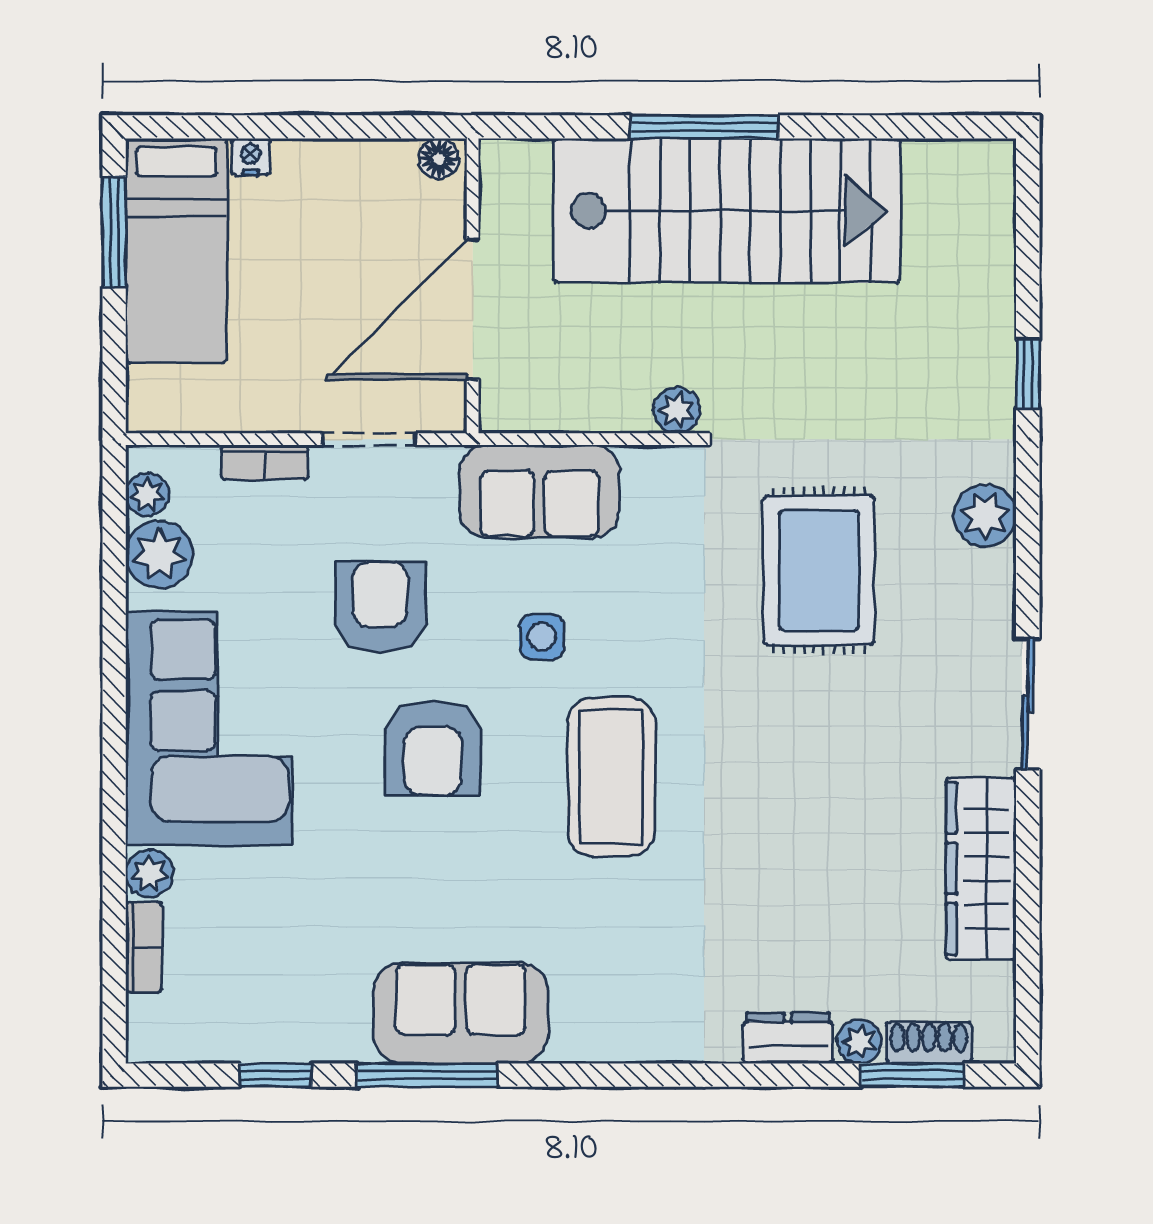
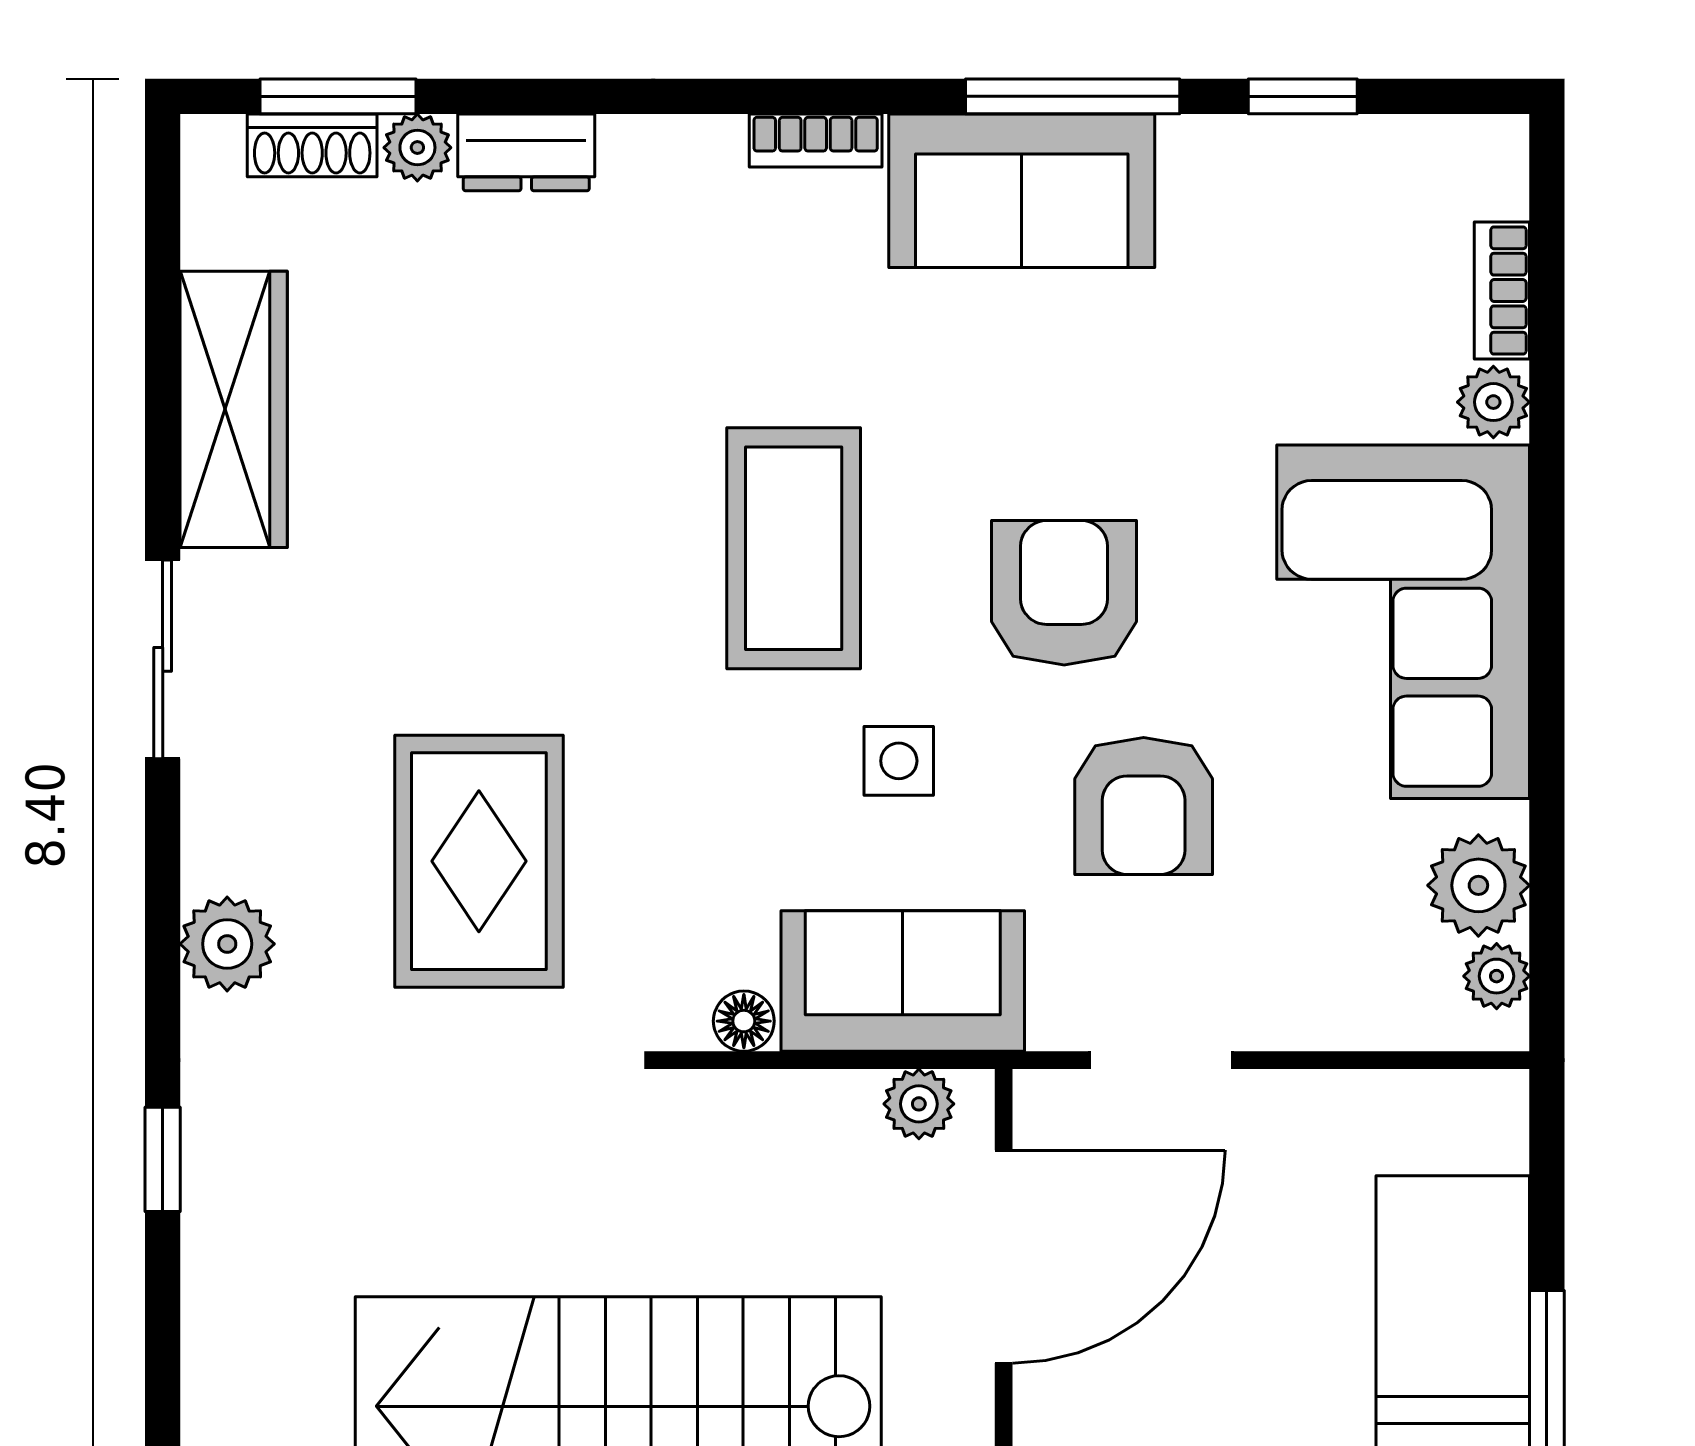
plant: (677, 410) -> (919, 1104), moved
bookcase: (265, 462) -> (816, 141), moved, turned 180
floor lamp: (644, 465) -> (744, 1021), added

